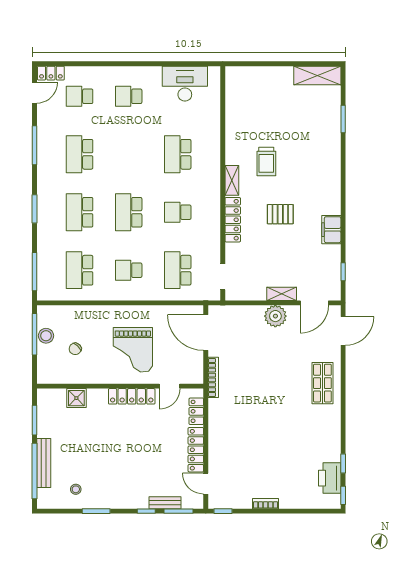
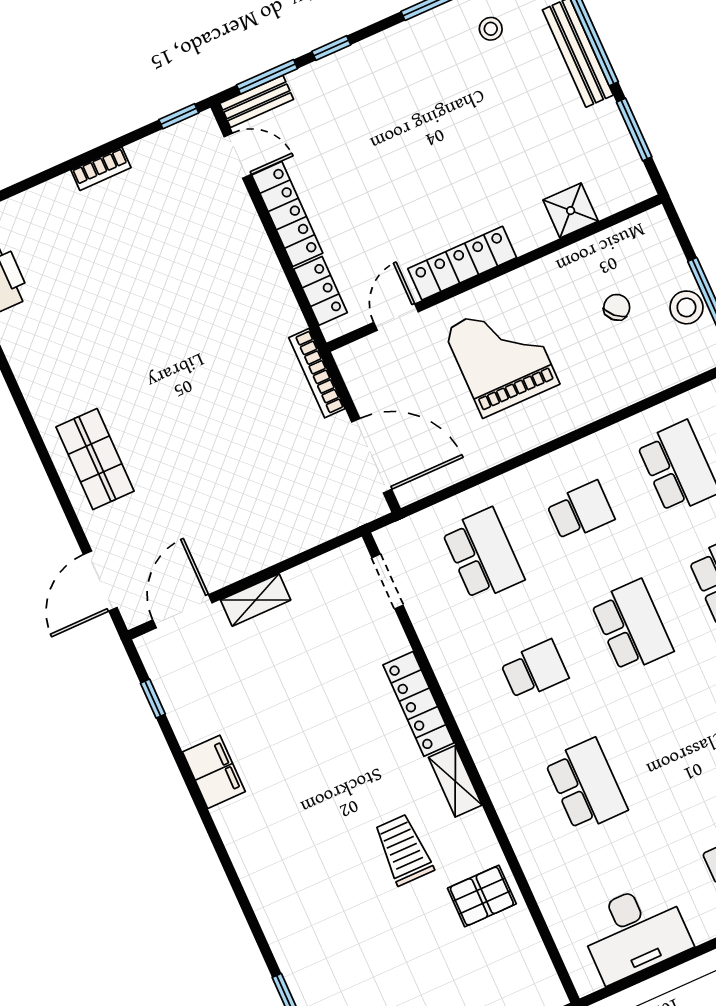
pallet: (280, 214) -> (482, 896), moved
plant: (275, 316) -> (248, 550), removed
bench: (165, 503) -> (257, 101), moved

